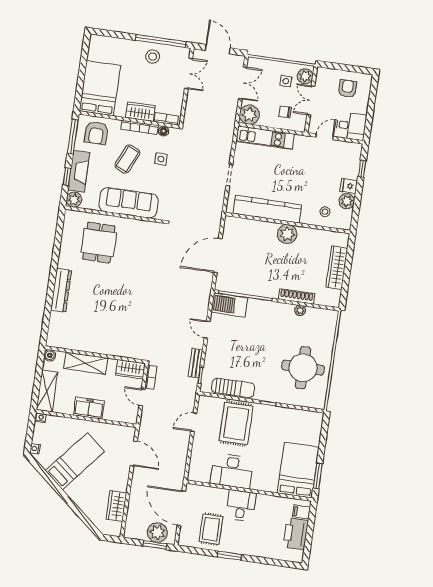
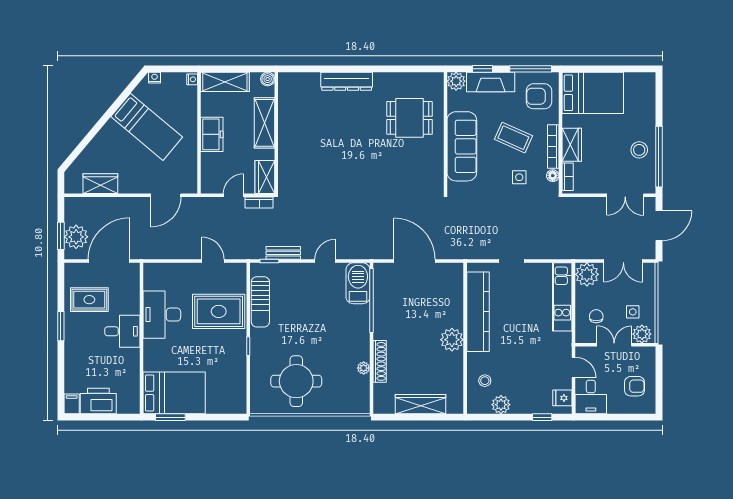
fridge: (349, 186) -> (562, 398), moved, turned -90
filing cabinet: (301, 512) -> (72, 404), moved

